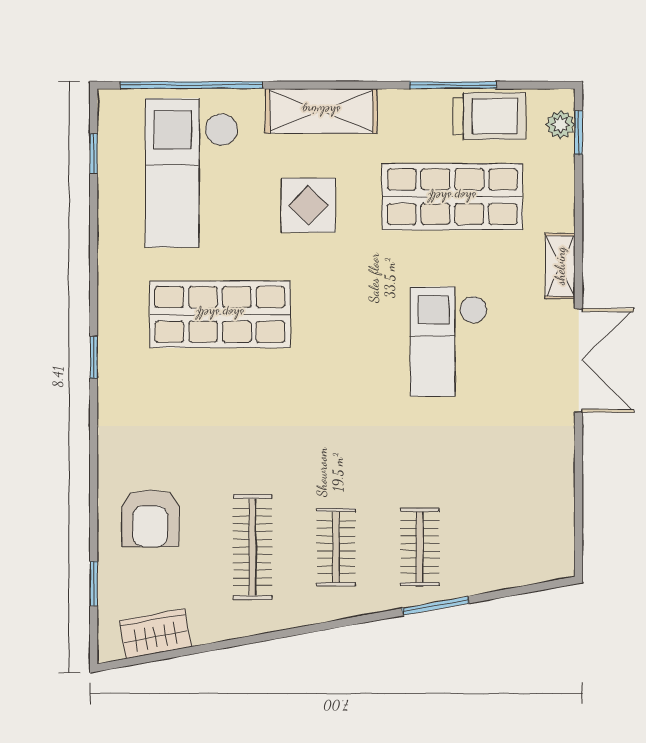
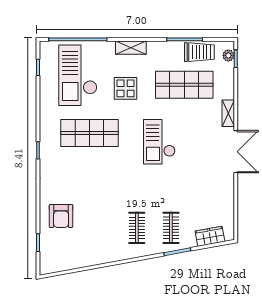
shelving: (321, 111) -> (131, 48), width x0.67, depth x0.75
checkout: (449, 342) -> (159, 142), moved
clothes rail: (253, 547) -> (103, 228), removed
wardrobe: (155, 634) -> (210, 236), moved

